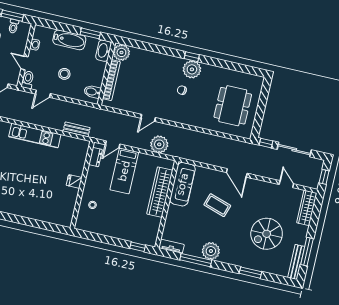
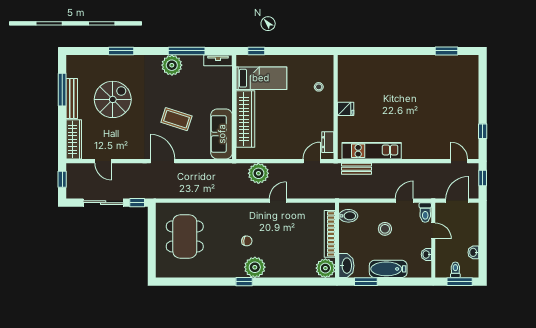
plant: (192, 69) -> (255, 267), moved
kitchen unit: (35, 136) -> (372, 151), moved
bed: (124, 171) -> (261, 78), moved, turned 90
bench: (296, 262) -> (72, 99), moved

